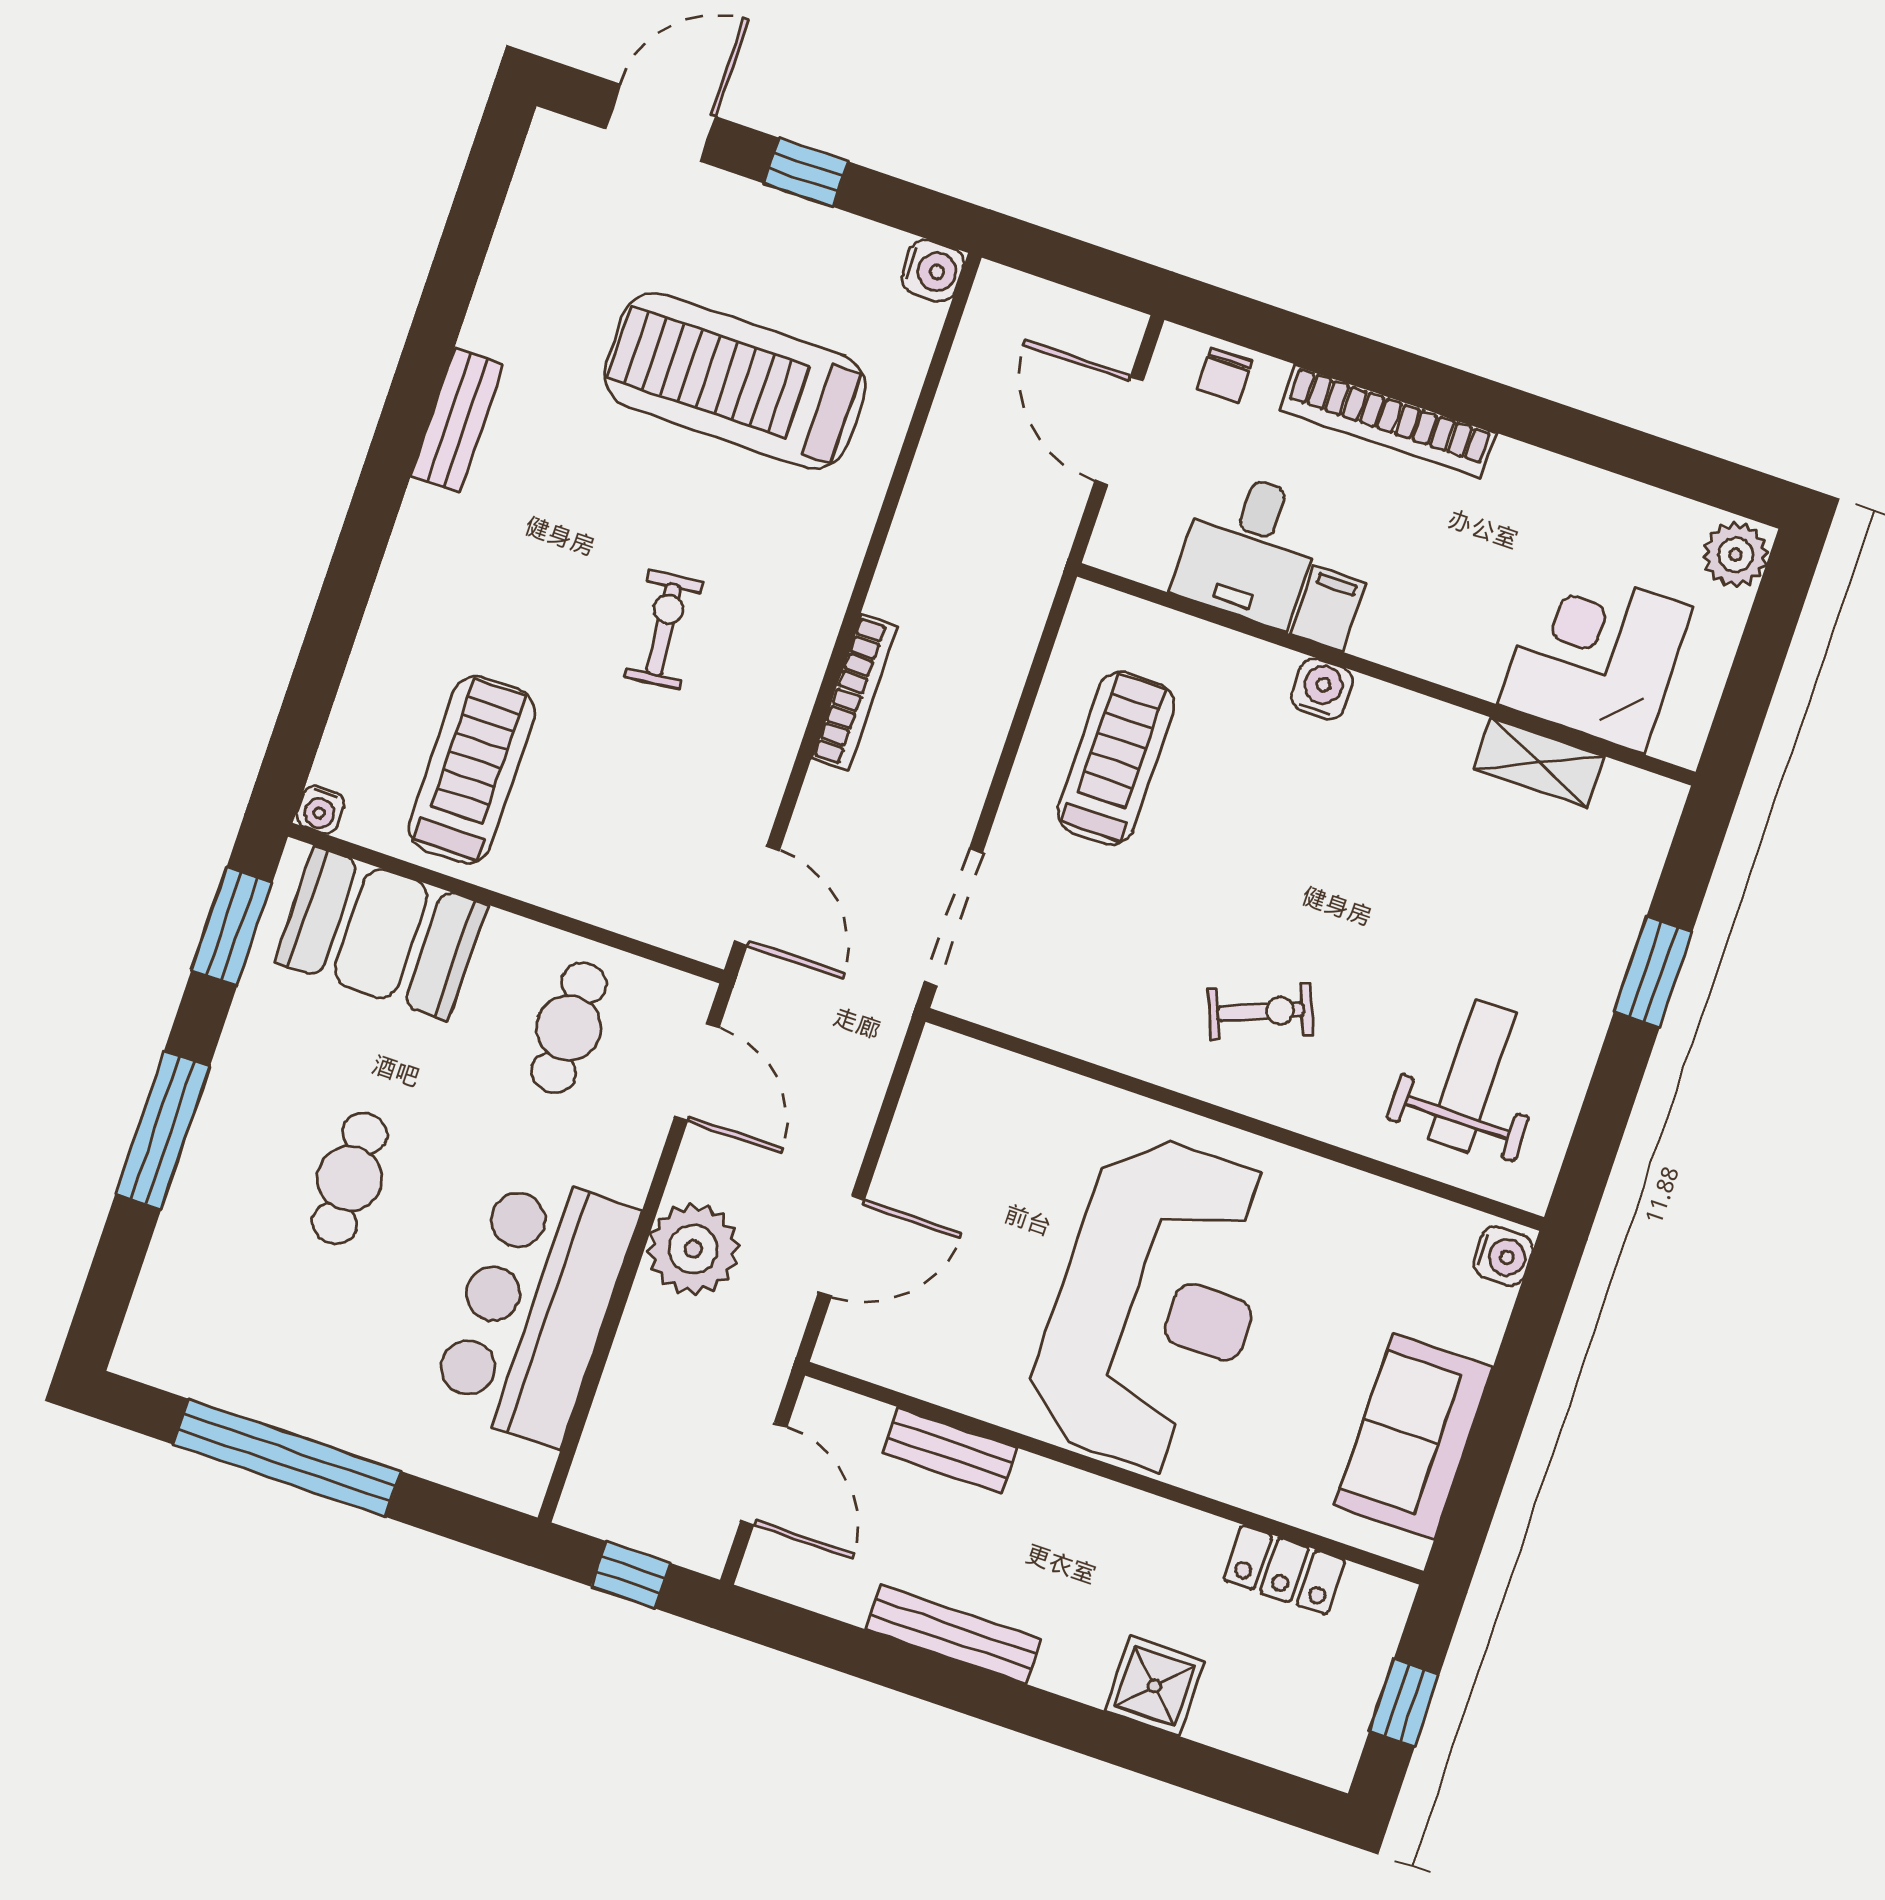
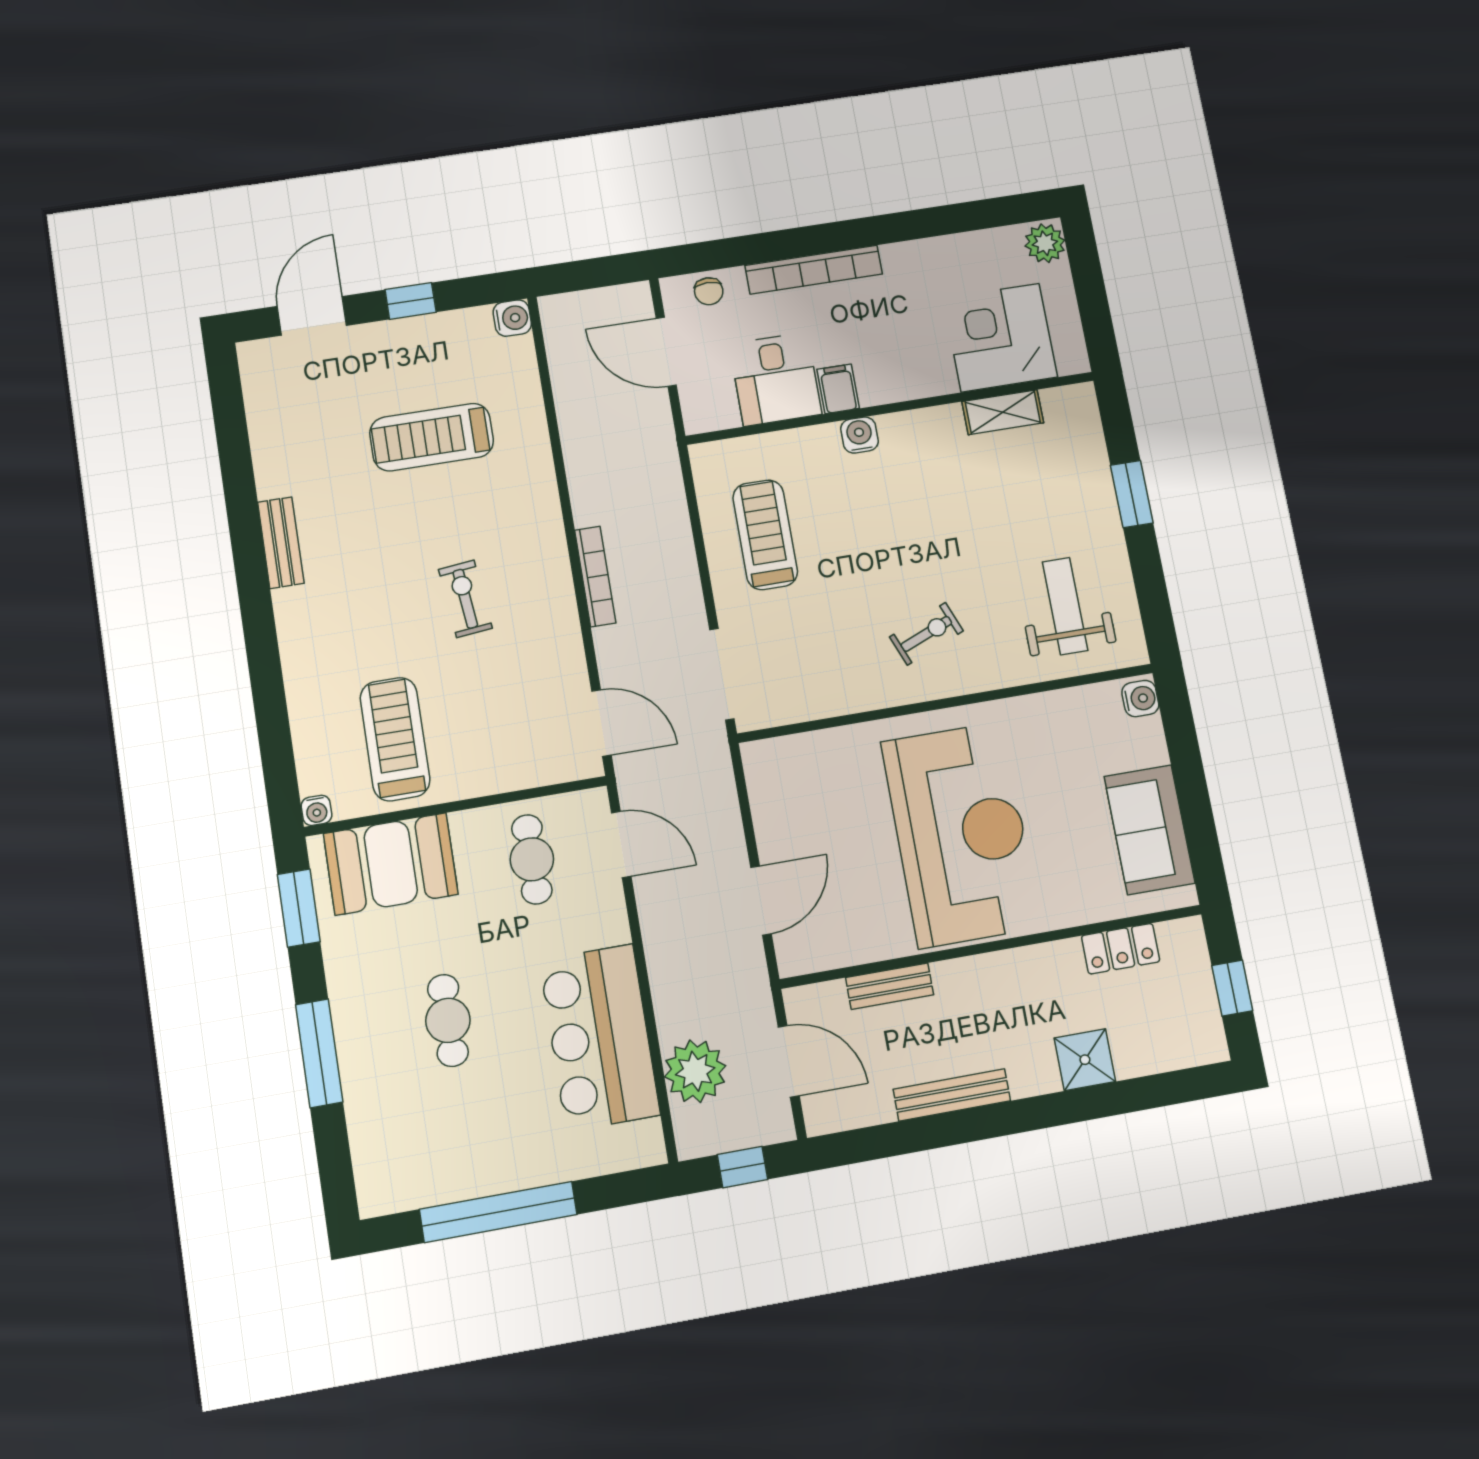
treadmill: (735, 381) -> (432, 437), width x0.73, depth x0.73
plant: (693, 1249) -> (695, 1071), moved

